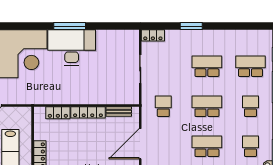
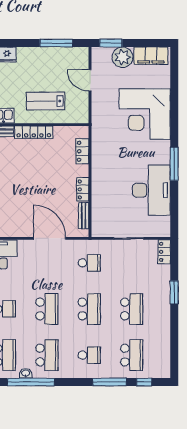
desk: (72, 48) -> (151, 190), moved
locker: (88, 112) -> (83, 189), width x0.66
school desk: (250, 146) -> (47, 355), width x1.85

